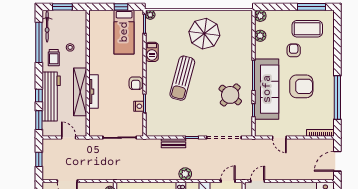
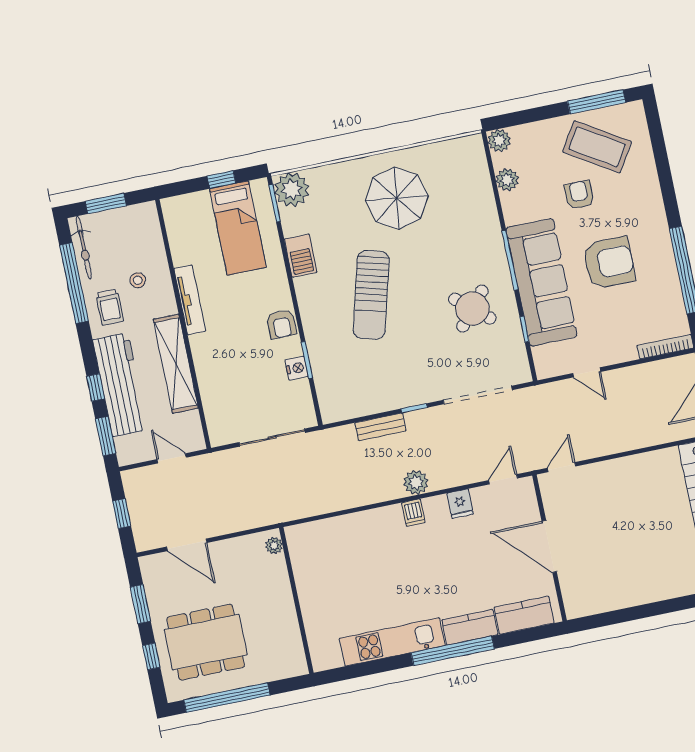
plant: (150, 15) -> (292, 190), width x1.88, depth x1.88
coffee table: (307, 29) -> (597, 147), turned 32
tv unit: (93, 92) -> (190, 300), moved

